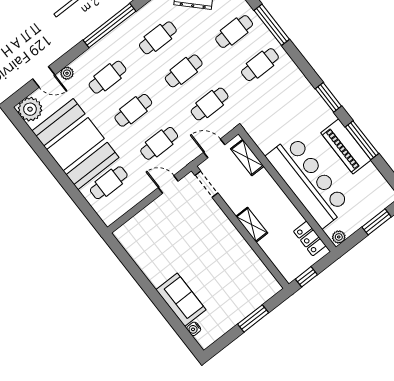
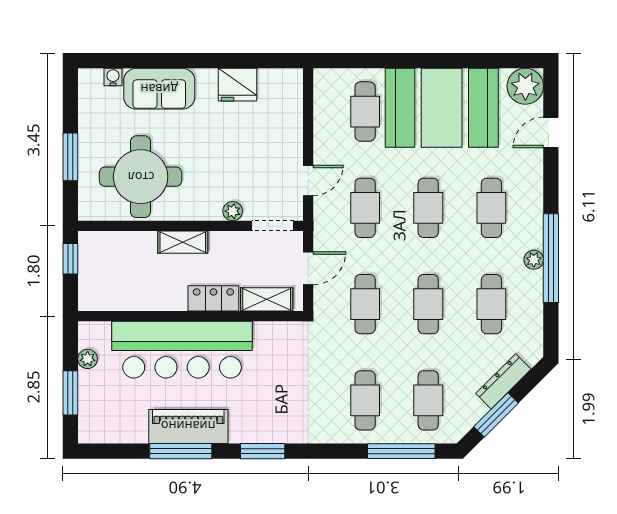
plant: (67, 73) -> (534, 260), moved
plant: (215, 211) -> (233, 211), added
plant: (339, 237) -> (88, 359), moved
locker: (310, 238) -> (213, 298), moved
fridge: (147, 261) -> (237, 85), added
round table: (235, 274) -> (141, 177), added

